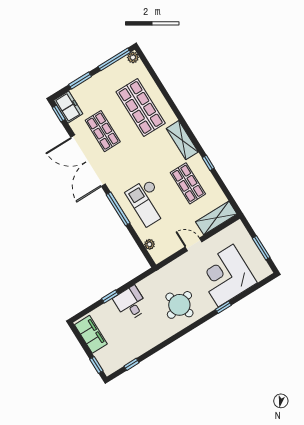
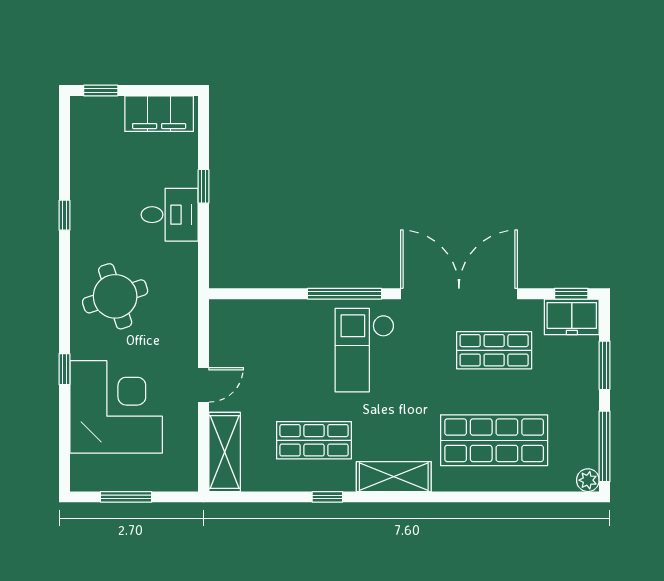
checkout: (148, 202) -> (365, 350), moved, turned -90
plant: (149, 244) -> (251, 310), removed
window: (132, 364) -> (64, 215), moved

